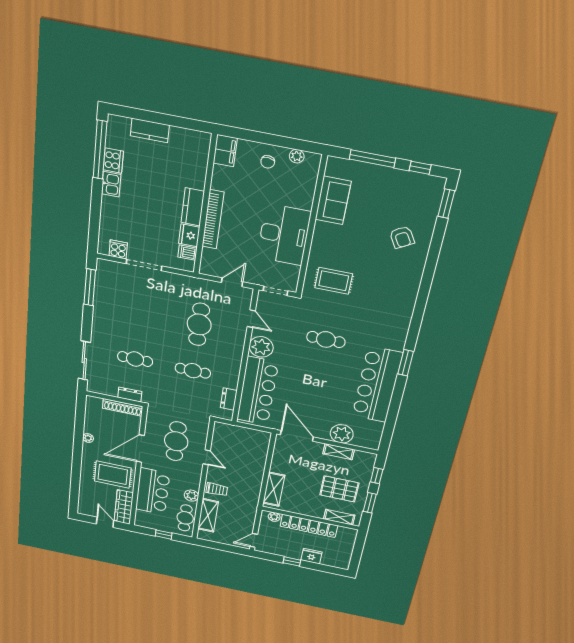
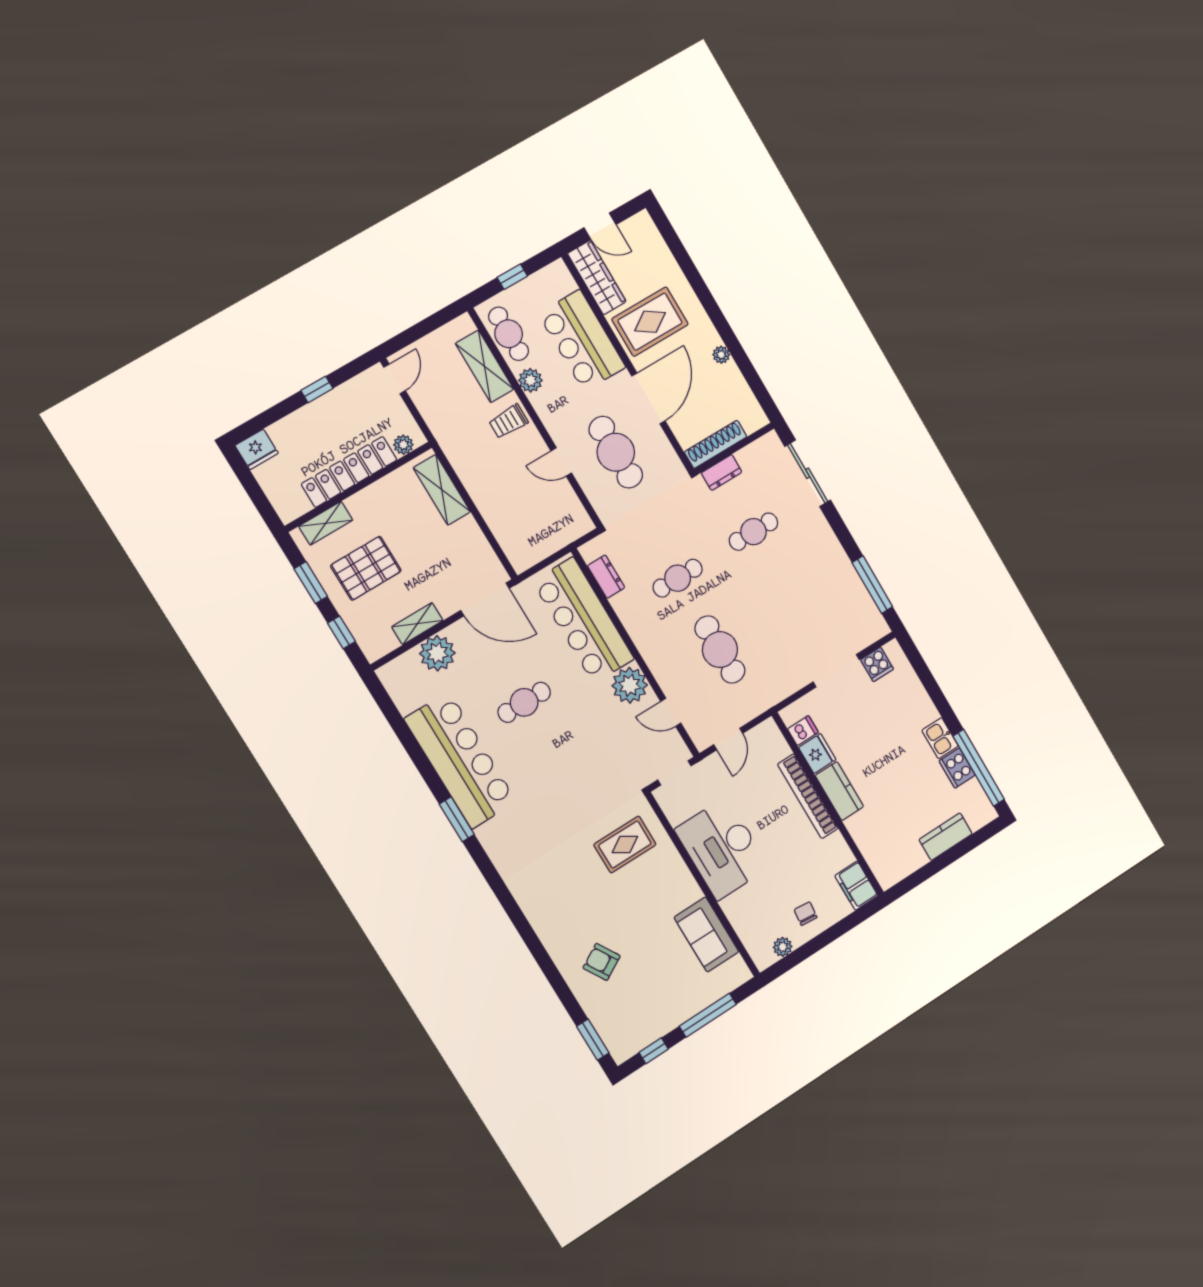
cafe table: (326, 339) -> (524, 702), moved
fridge: (311, 556) -> (257, 449), moved

